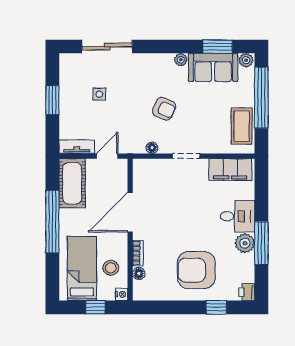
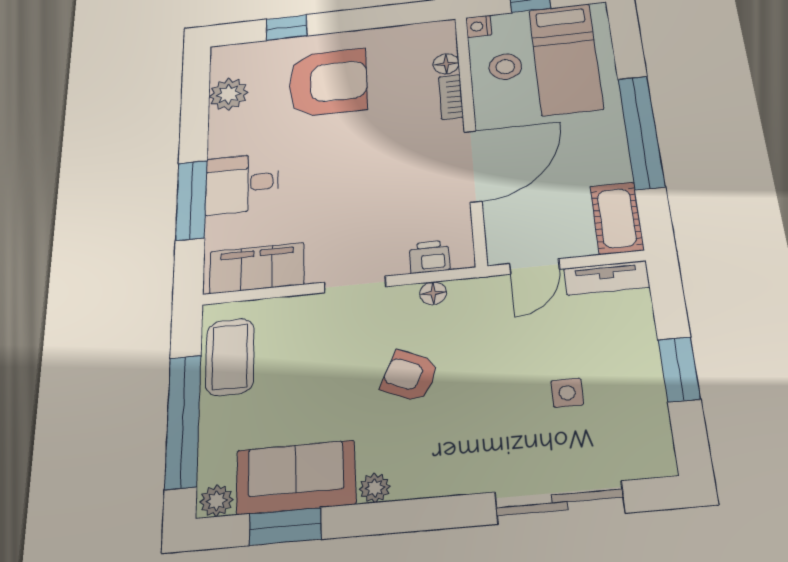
cot: (72, 183) -> (617, 218), width x0.73, depth x0.75
plant: (245, 243) -> (229, 94), moved
window: (261, 243) -> (191, 200), moved
printer: (247, 292) -> (429, 257), moved, turned -90

